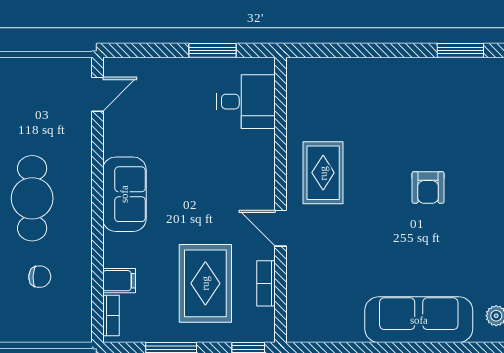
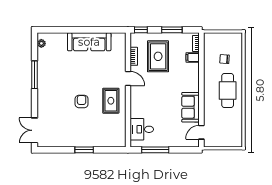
window: (212, 50) -> (155, 150), width x1.44
window: (460, 50) -> (84, 150), moved
armchair: (428, 187) -> (82, 101), moved
sofa: (124, 194) -> (191, 107), moved
sofa: (419, 320) -> (89, 42), moved

